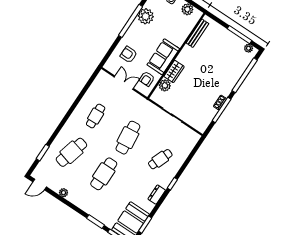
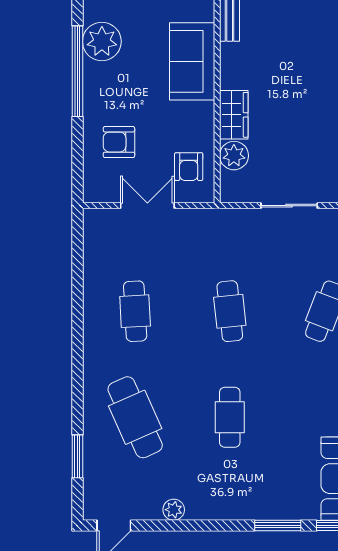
sofa: (163, 57) -> (192, 61), moved
cafe table: (128, 138) -> (230, 311), width x0.73, depth x0.74
cafe table: (71, 152) -> (135, 417), turned -39
cafe table: (104, 174) -> (230, 417), width x0.73, depth x0.74

